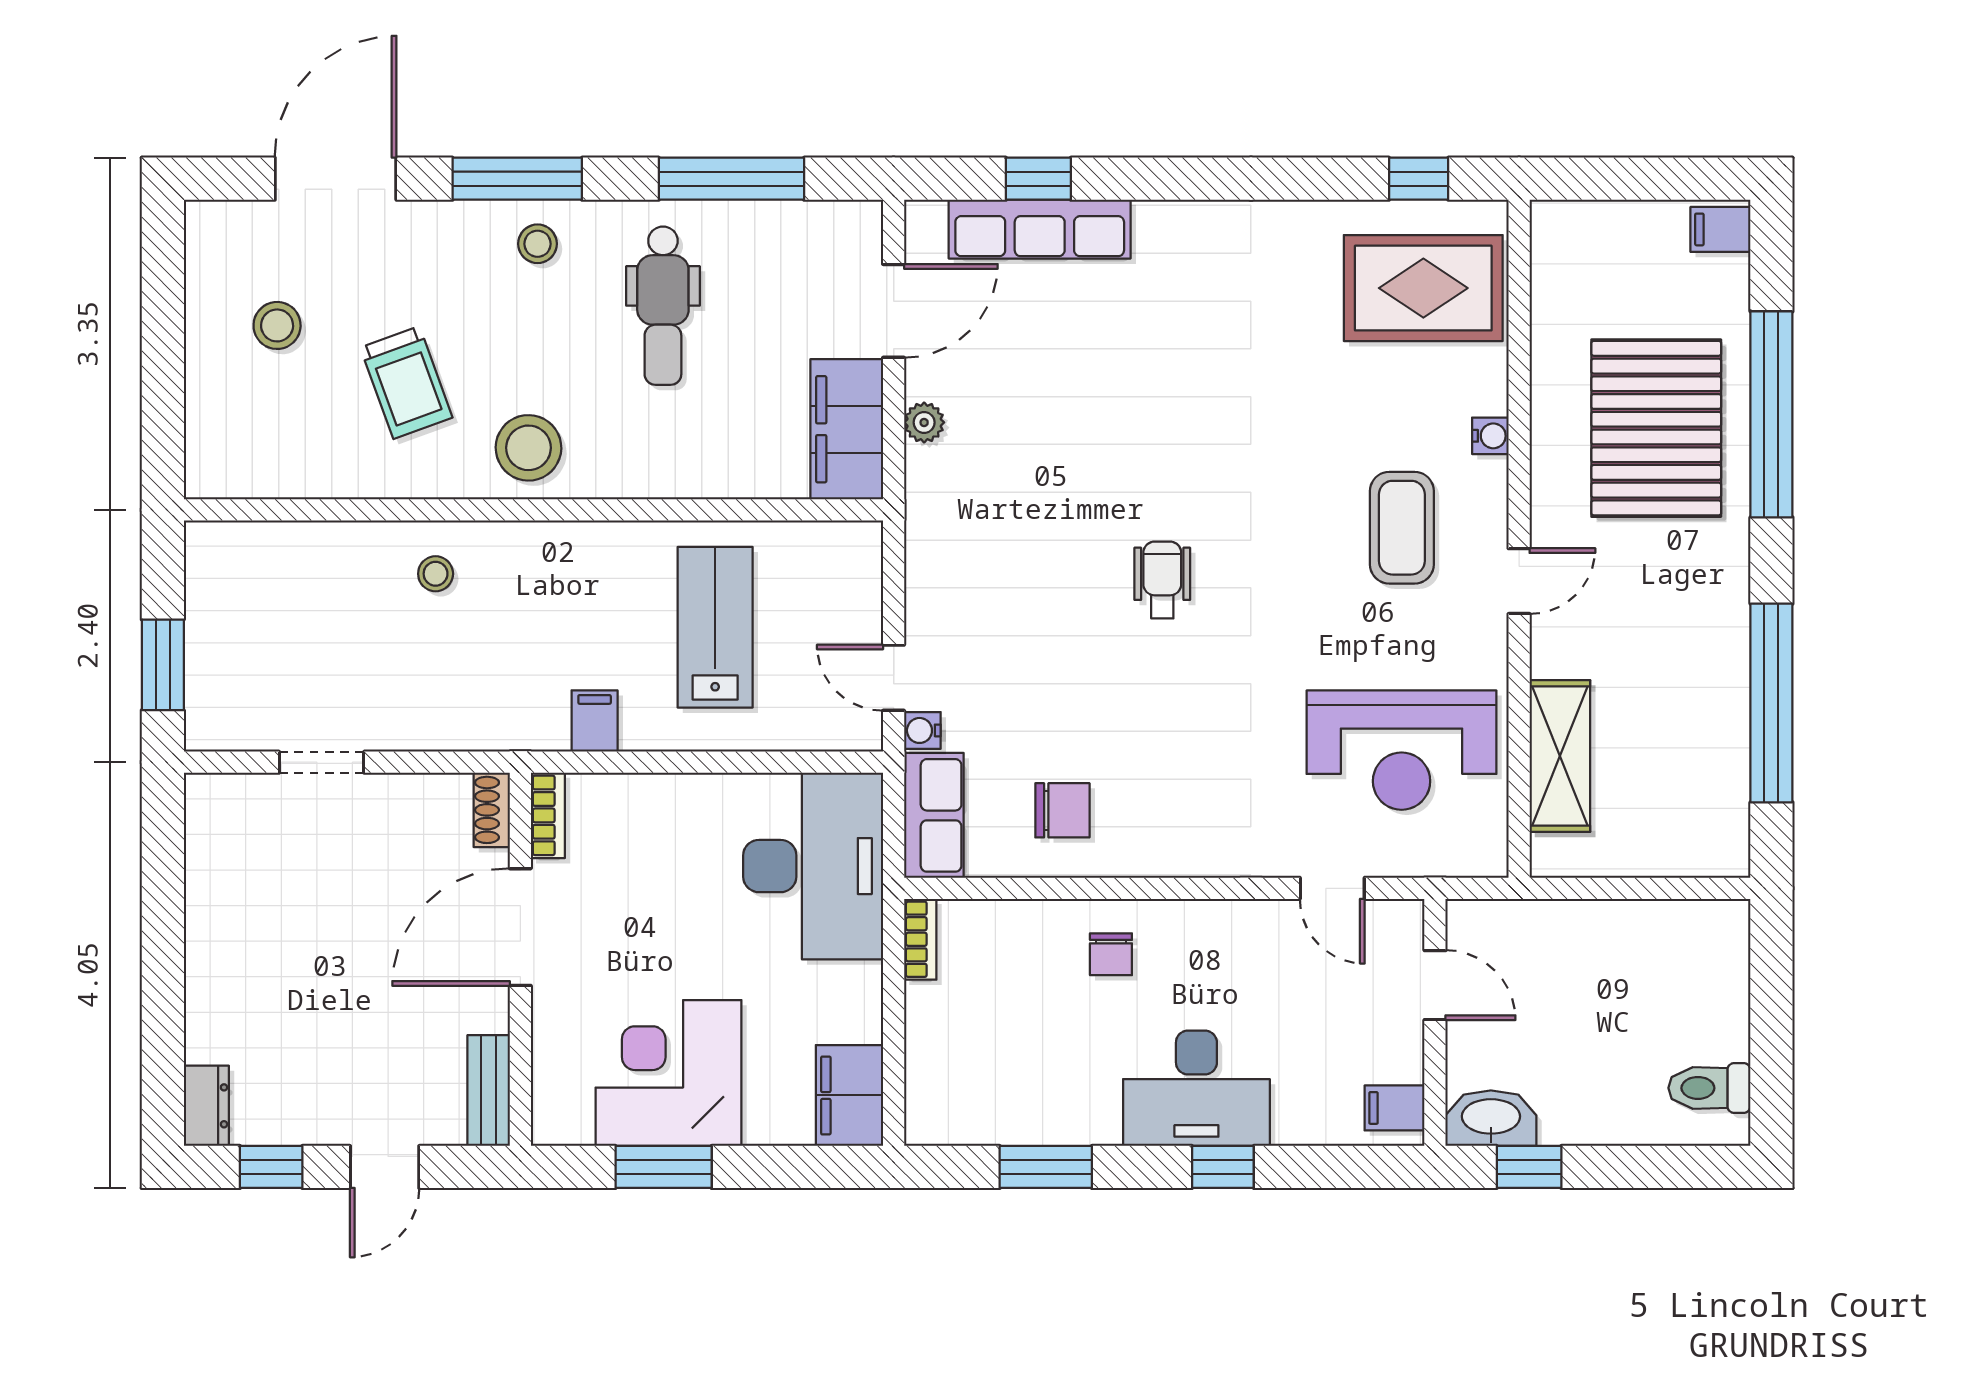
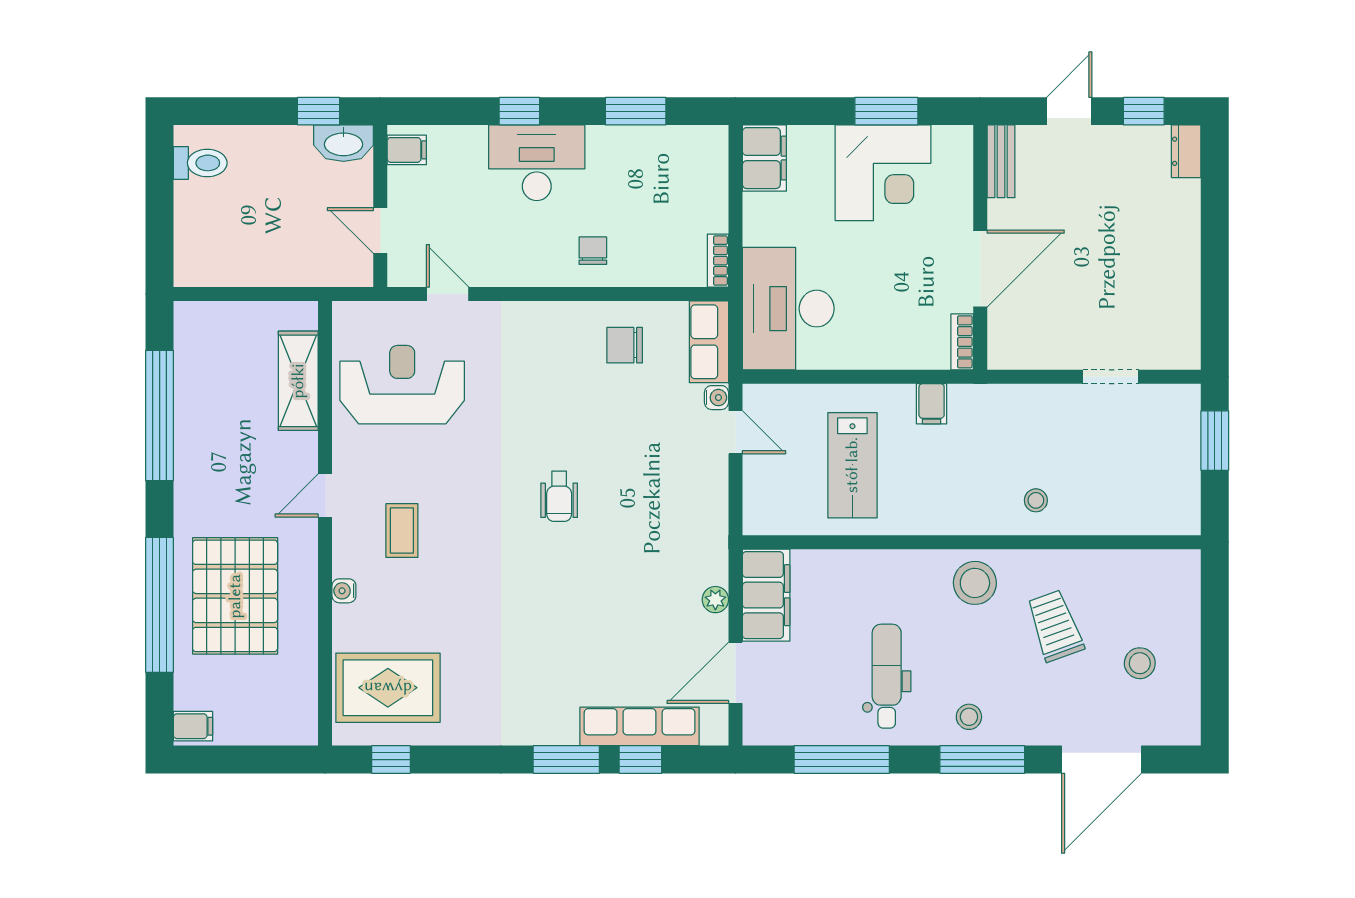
window: (1151, 179) -> (566, 760), added
coffee table: (1402, 528) -> (402, 531), width x0.73, depth x0.77
shoe rack: (492, 810) -> (999, 345), removed

